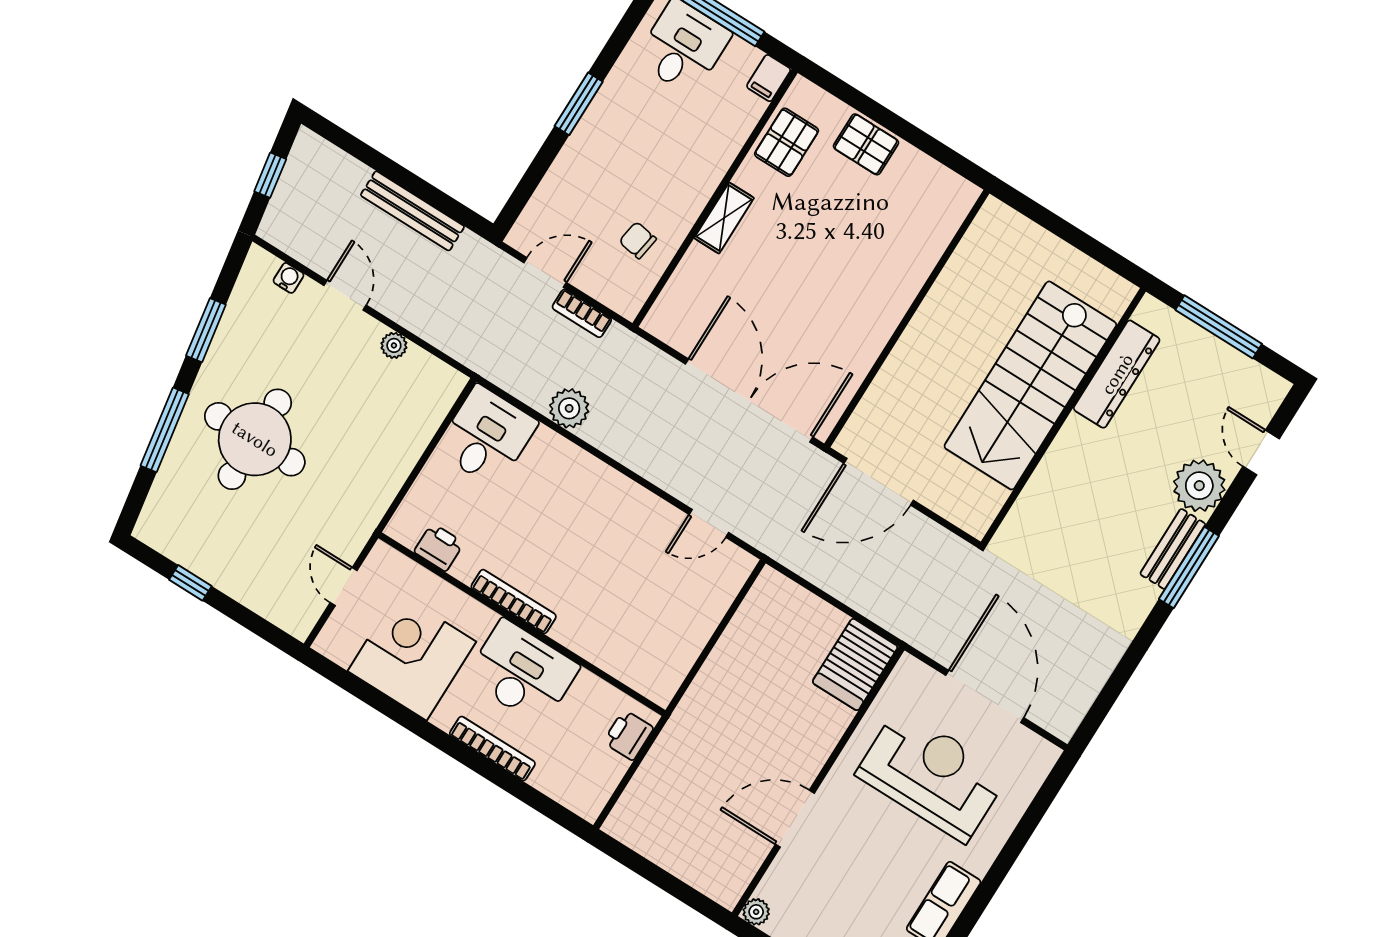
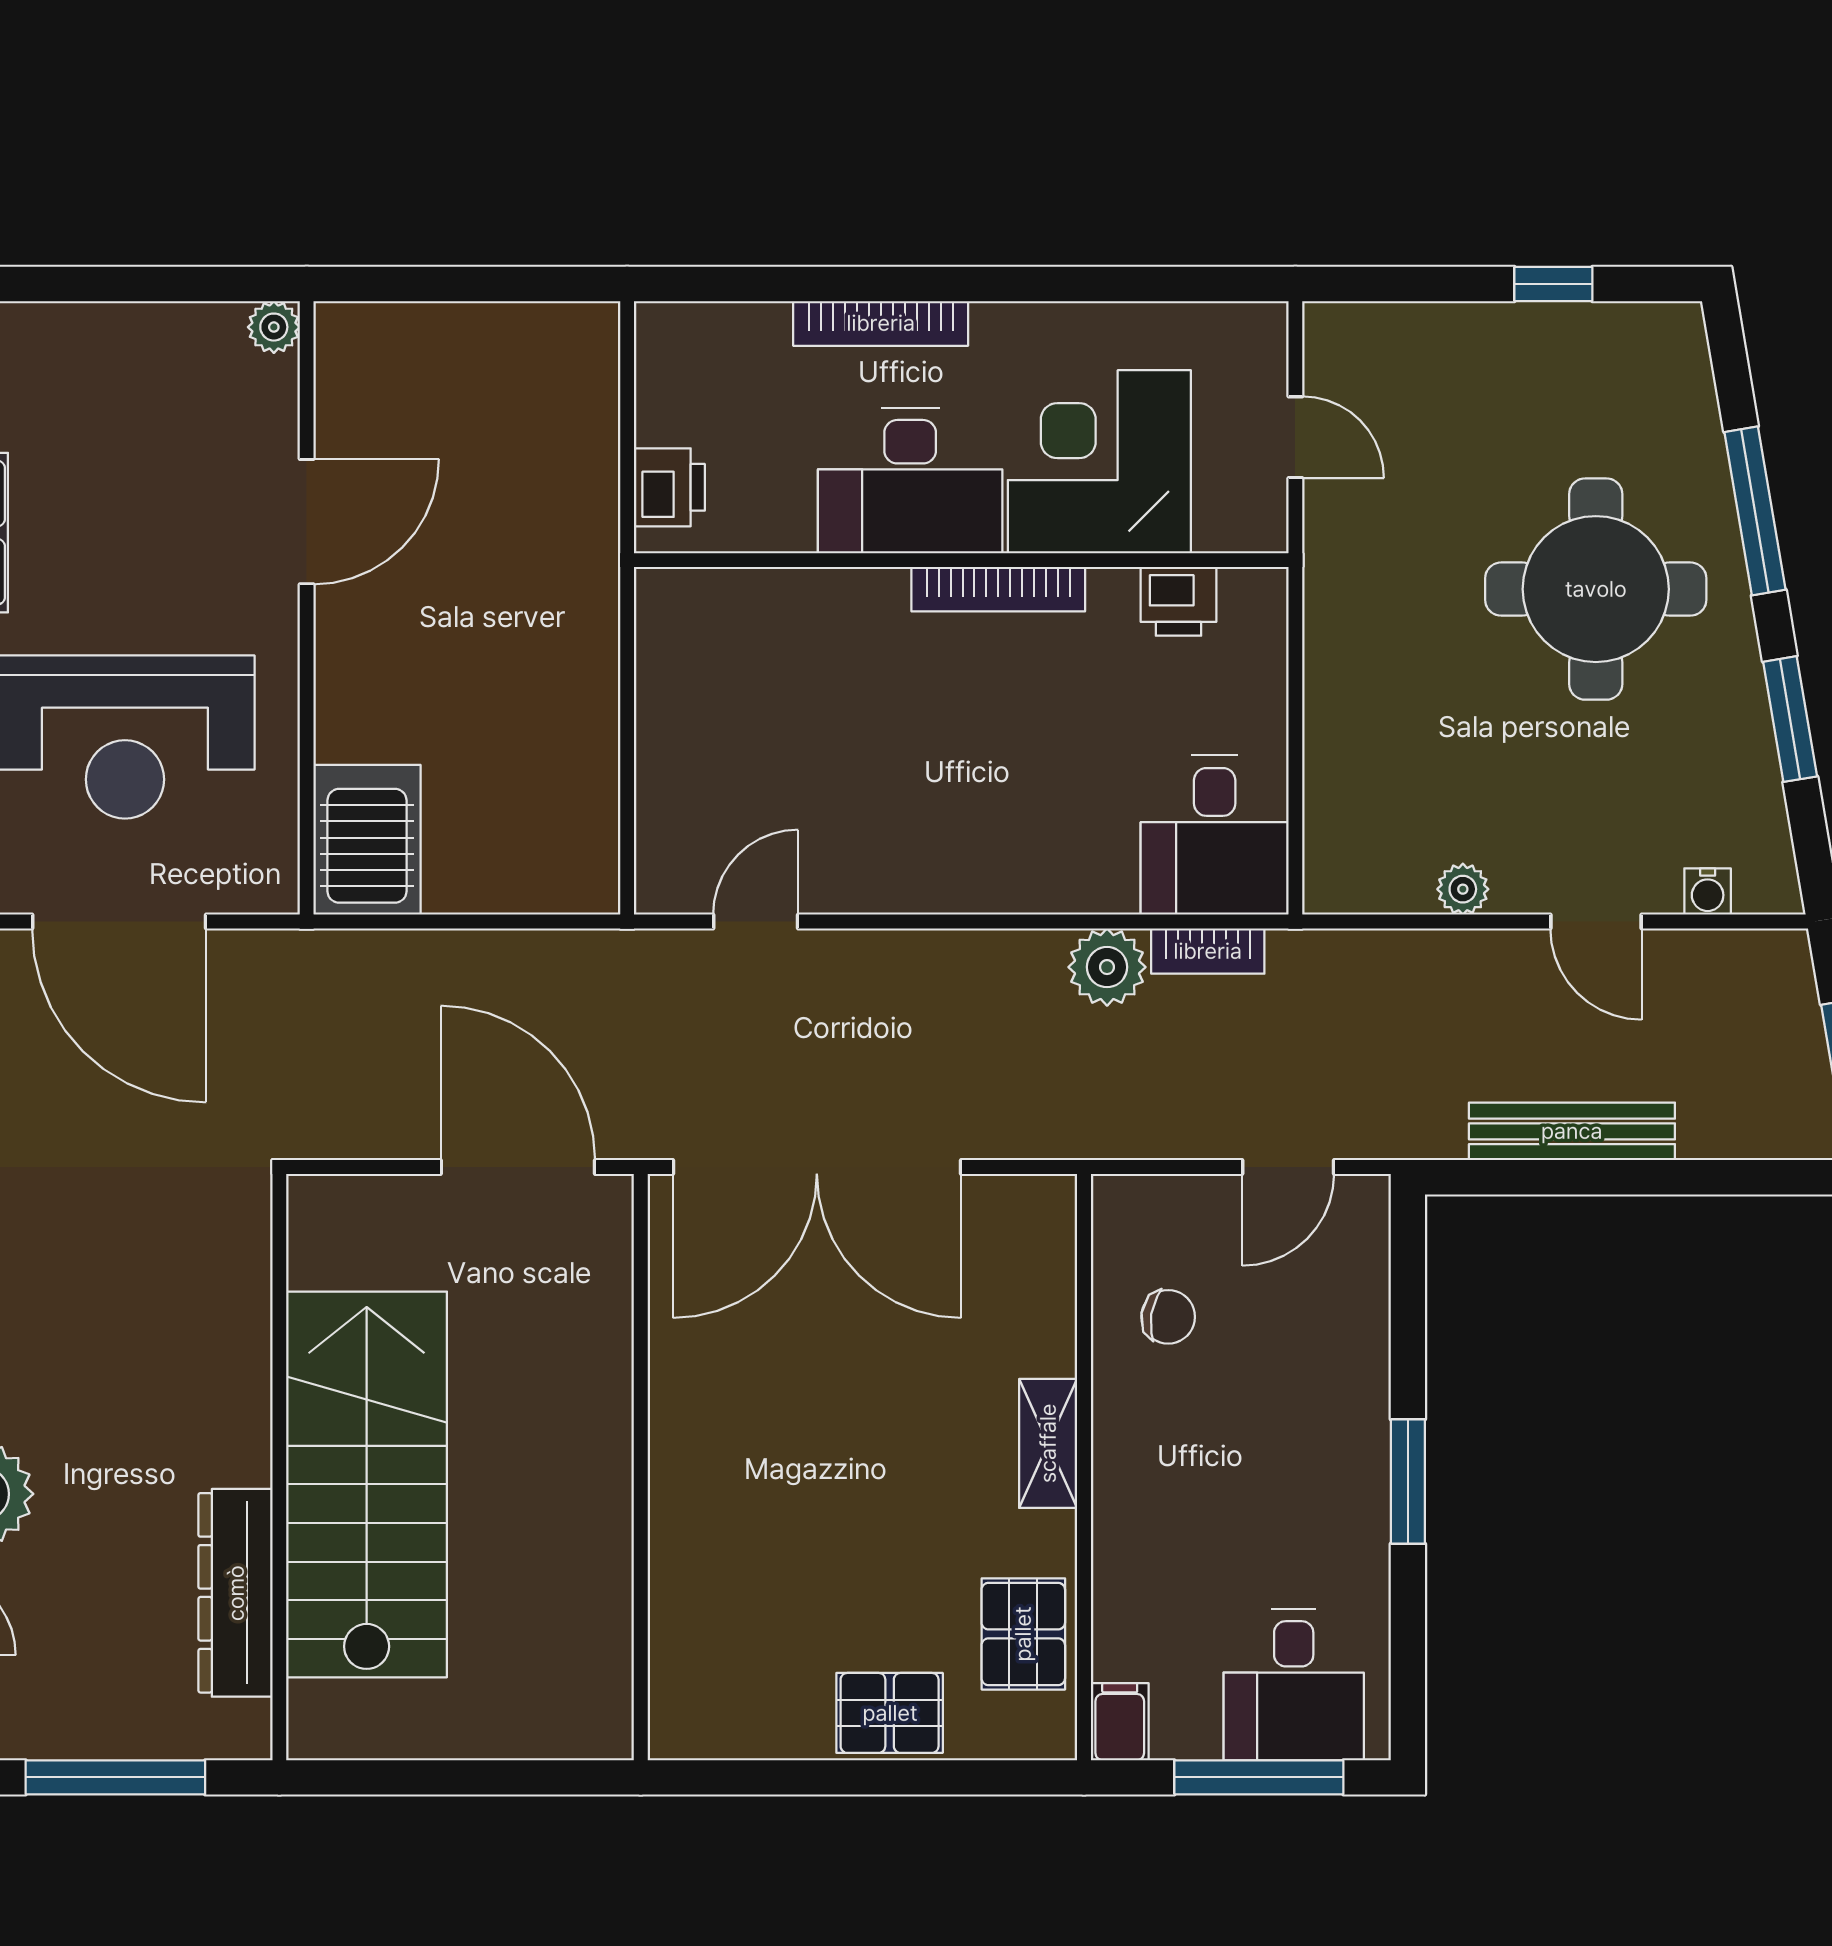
bookcase: (582, 313) -> (1208, 951), moved, turned 180
door: (879, 482) -> (518, 1167), hinge flipped
corner desk: (412, 656) -> (1099, 462), moved, turned 180

